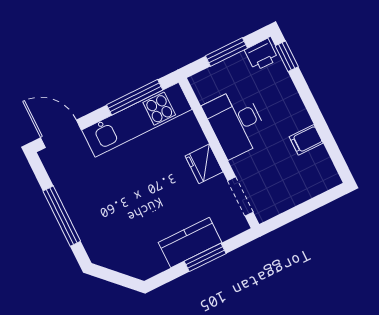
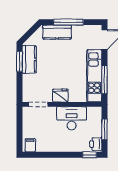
filing cabinet: (306, 140) -> (30, 145), moved
kitchen counter: (90, 228) -> (57, 32), added
kitchen counter: (190, 242) -> (29, 59), moved
window: (205, 257) -> (19, 61), moved

